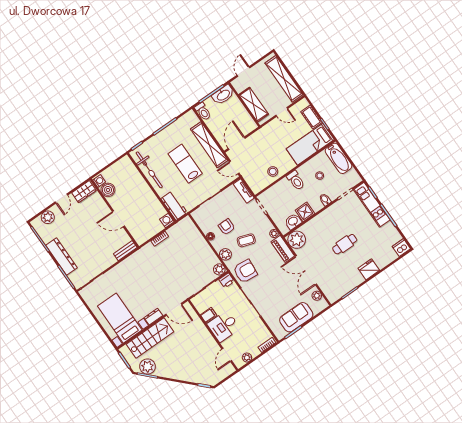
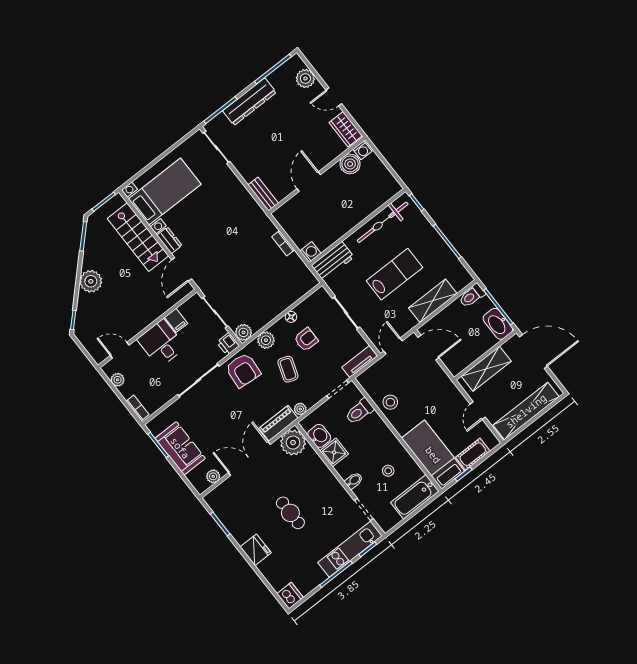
door: (243, 72) -> (533, 351), width x1.87
shelving: (209, 145) -> (433, 301), width x0.68
toilet: (296, 180) -> (359, 411), moved
plant: (147, 367) -> (91, 281), moved

